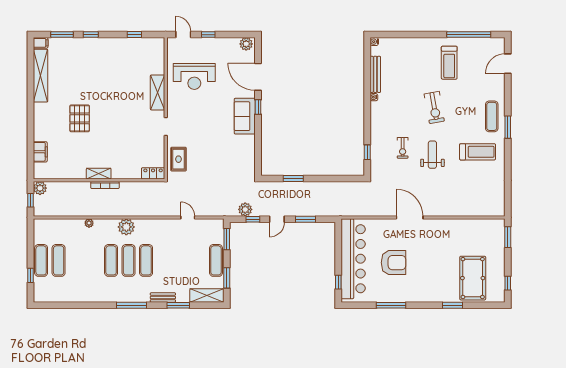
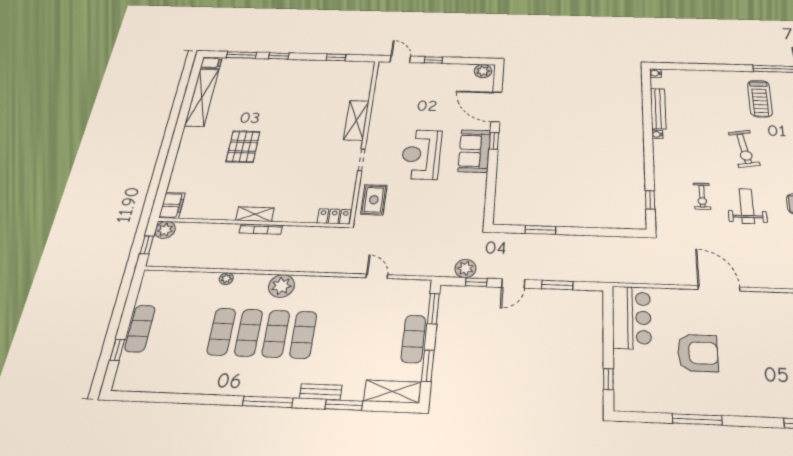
reception desk: (194, 76) -> (421, 154), moved, turned 90
filing cabinet: (40, 152) -> (172, 205), moved
bar counter: (353, 259) -> (632, 317), width x0.54
exercise mat: (59, 260) -> (221, 332), moved

